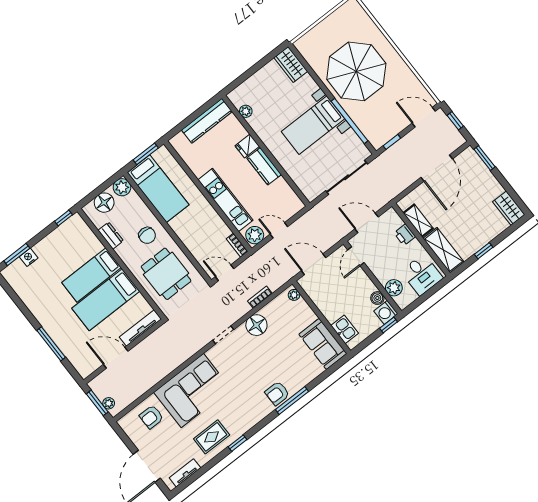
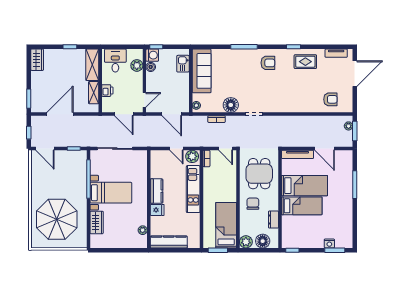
wardrobe: (291, 64) -> (97, 222), moved
parasol: (356, 71) -> (57, 219), moved
sofa: (323, 344) -> (202, 71), width x1.36
corner sofa: (192, 391) -> (296, 96), removed
armchair: (277, 393) -> (268, 63), moved

